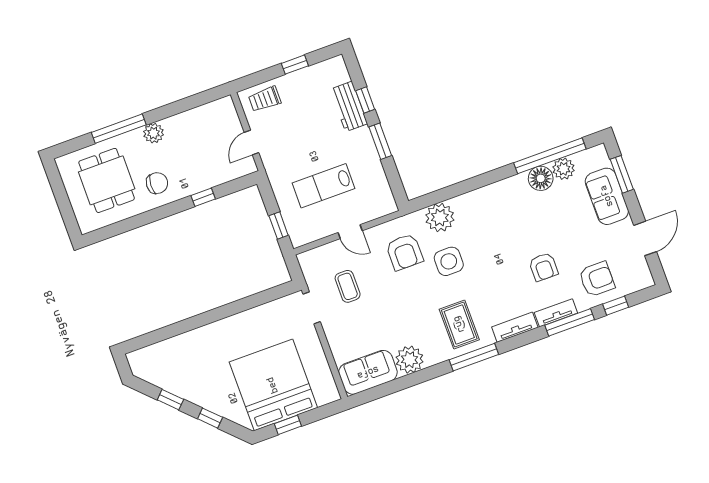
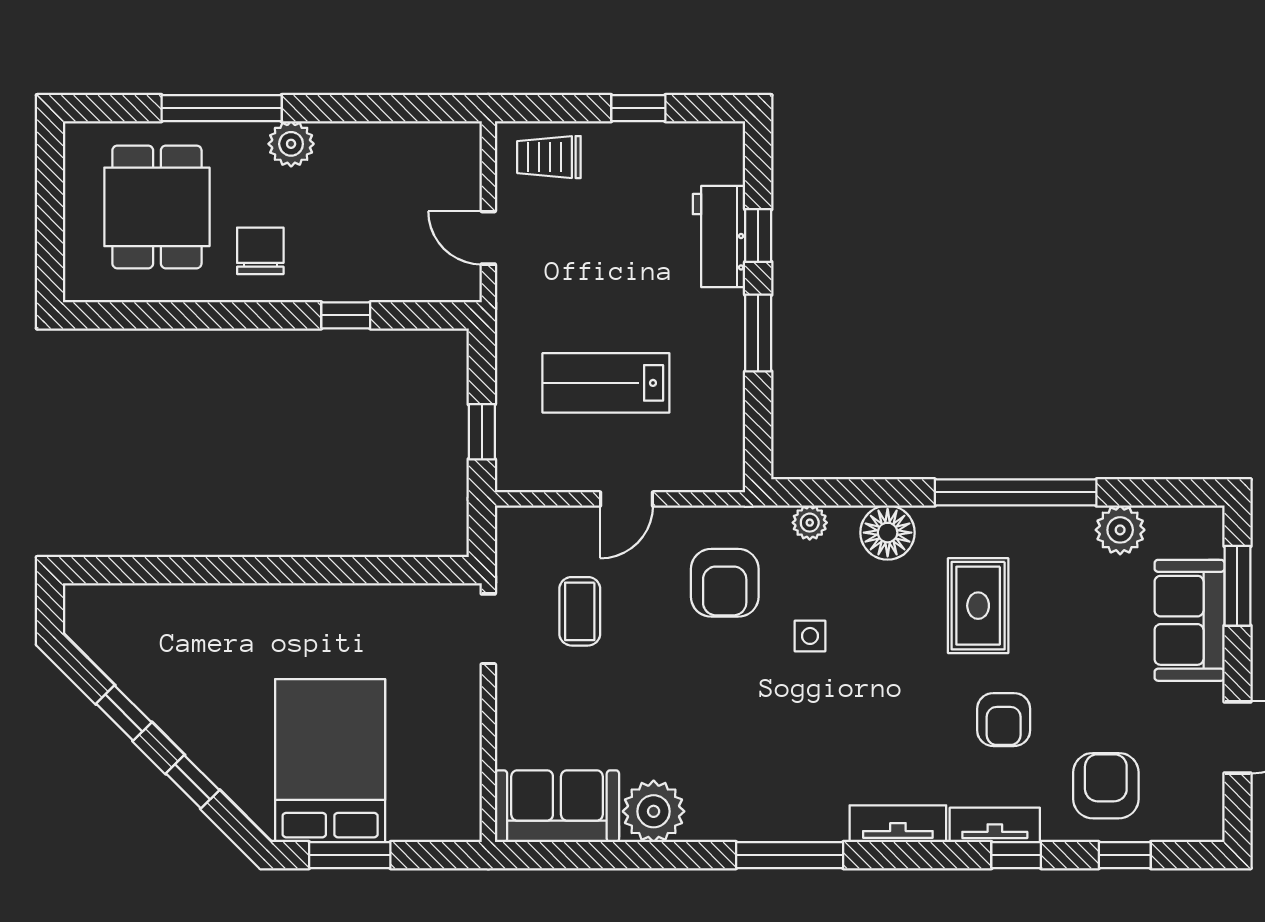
door: (251, 142) -> (488, 238), hinge flipped
window: (550, 156) -> (1016, 492), moved
floor lamp: (541, 178) -> (888, 533), moved
chair: (157, 183) -> (260, 251), turned -93
plant: (440, 217) -> (810, 523), width x0.53, depth x0.53
door: (350, 232) -> (627, 499), hinge flipped
side table: (449, 261) -> (810, 636), width x0.54, depth x0.54
armchair: (597, 279) -> (1106, 786), turned -90
window: (570, 322) -> (1016, 855), width x0.46
rug: (459, 324) -> (978, 606), moved
bed: (273, 385) -> (330, 761), width x0.73
window: (288, 425) -> (350, 855), width x1.50

